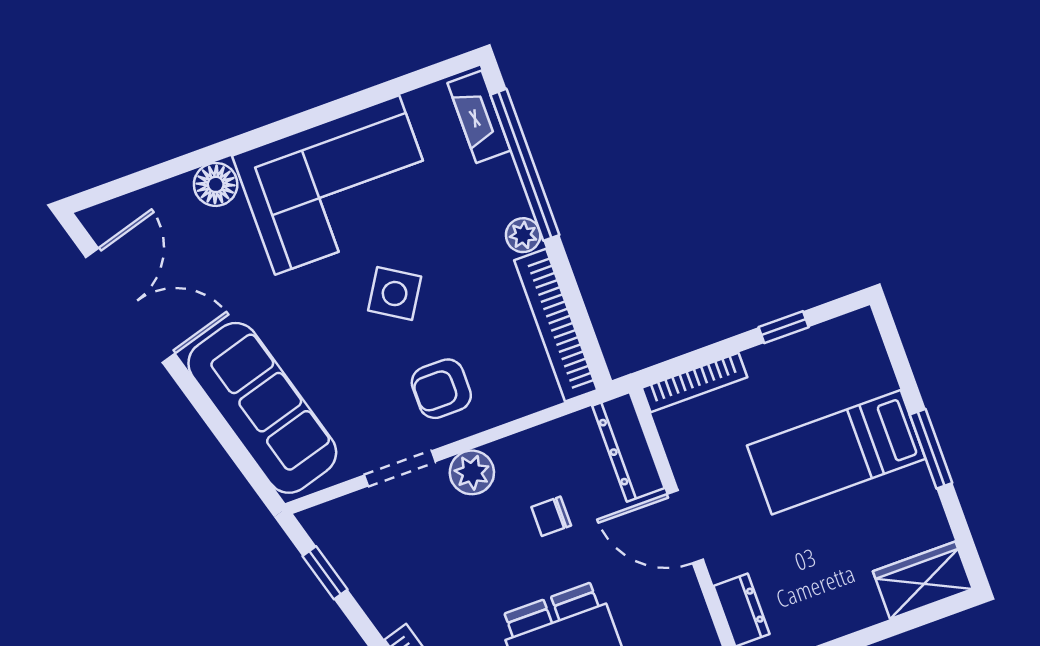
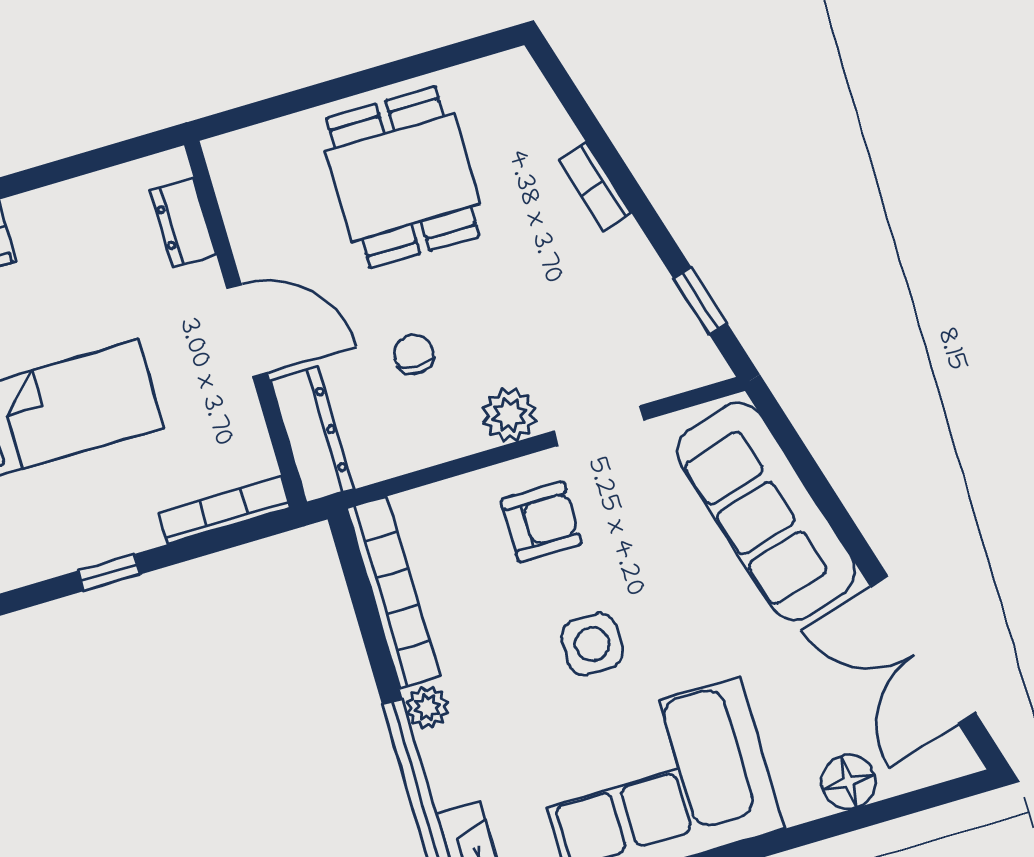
floor lamp: (216, 184) -> (849, 782), moved
side table: (395, 294) -> (592, 644), turned -32
chair: (551, 516) -> (414, 354), turned -90

